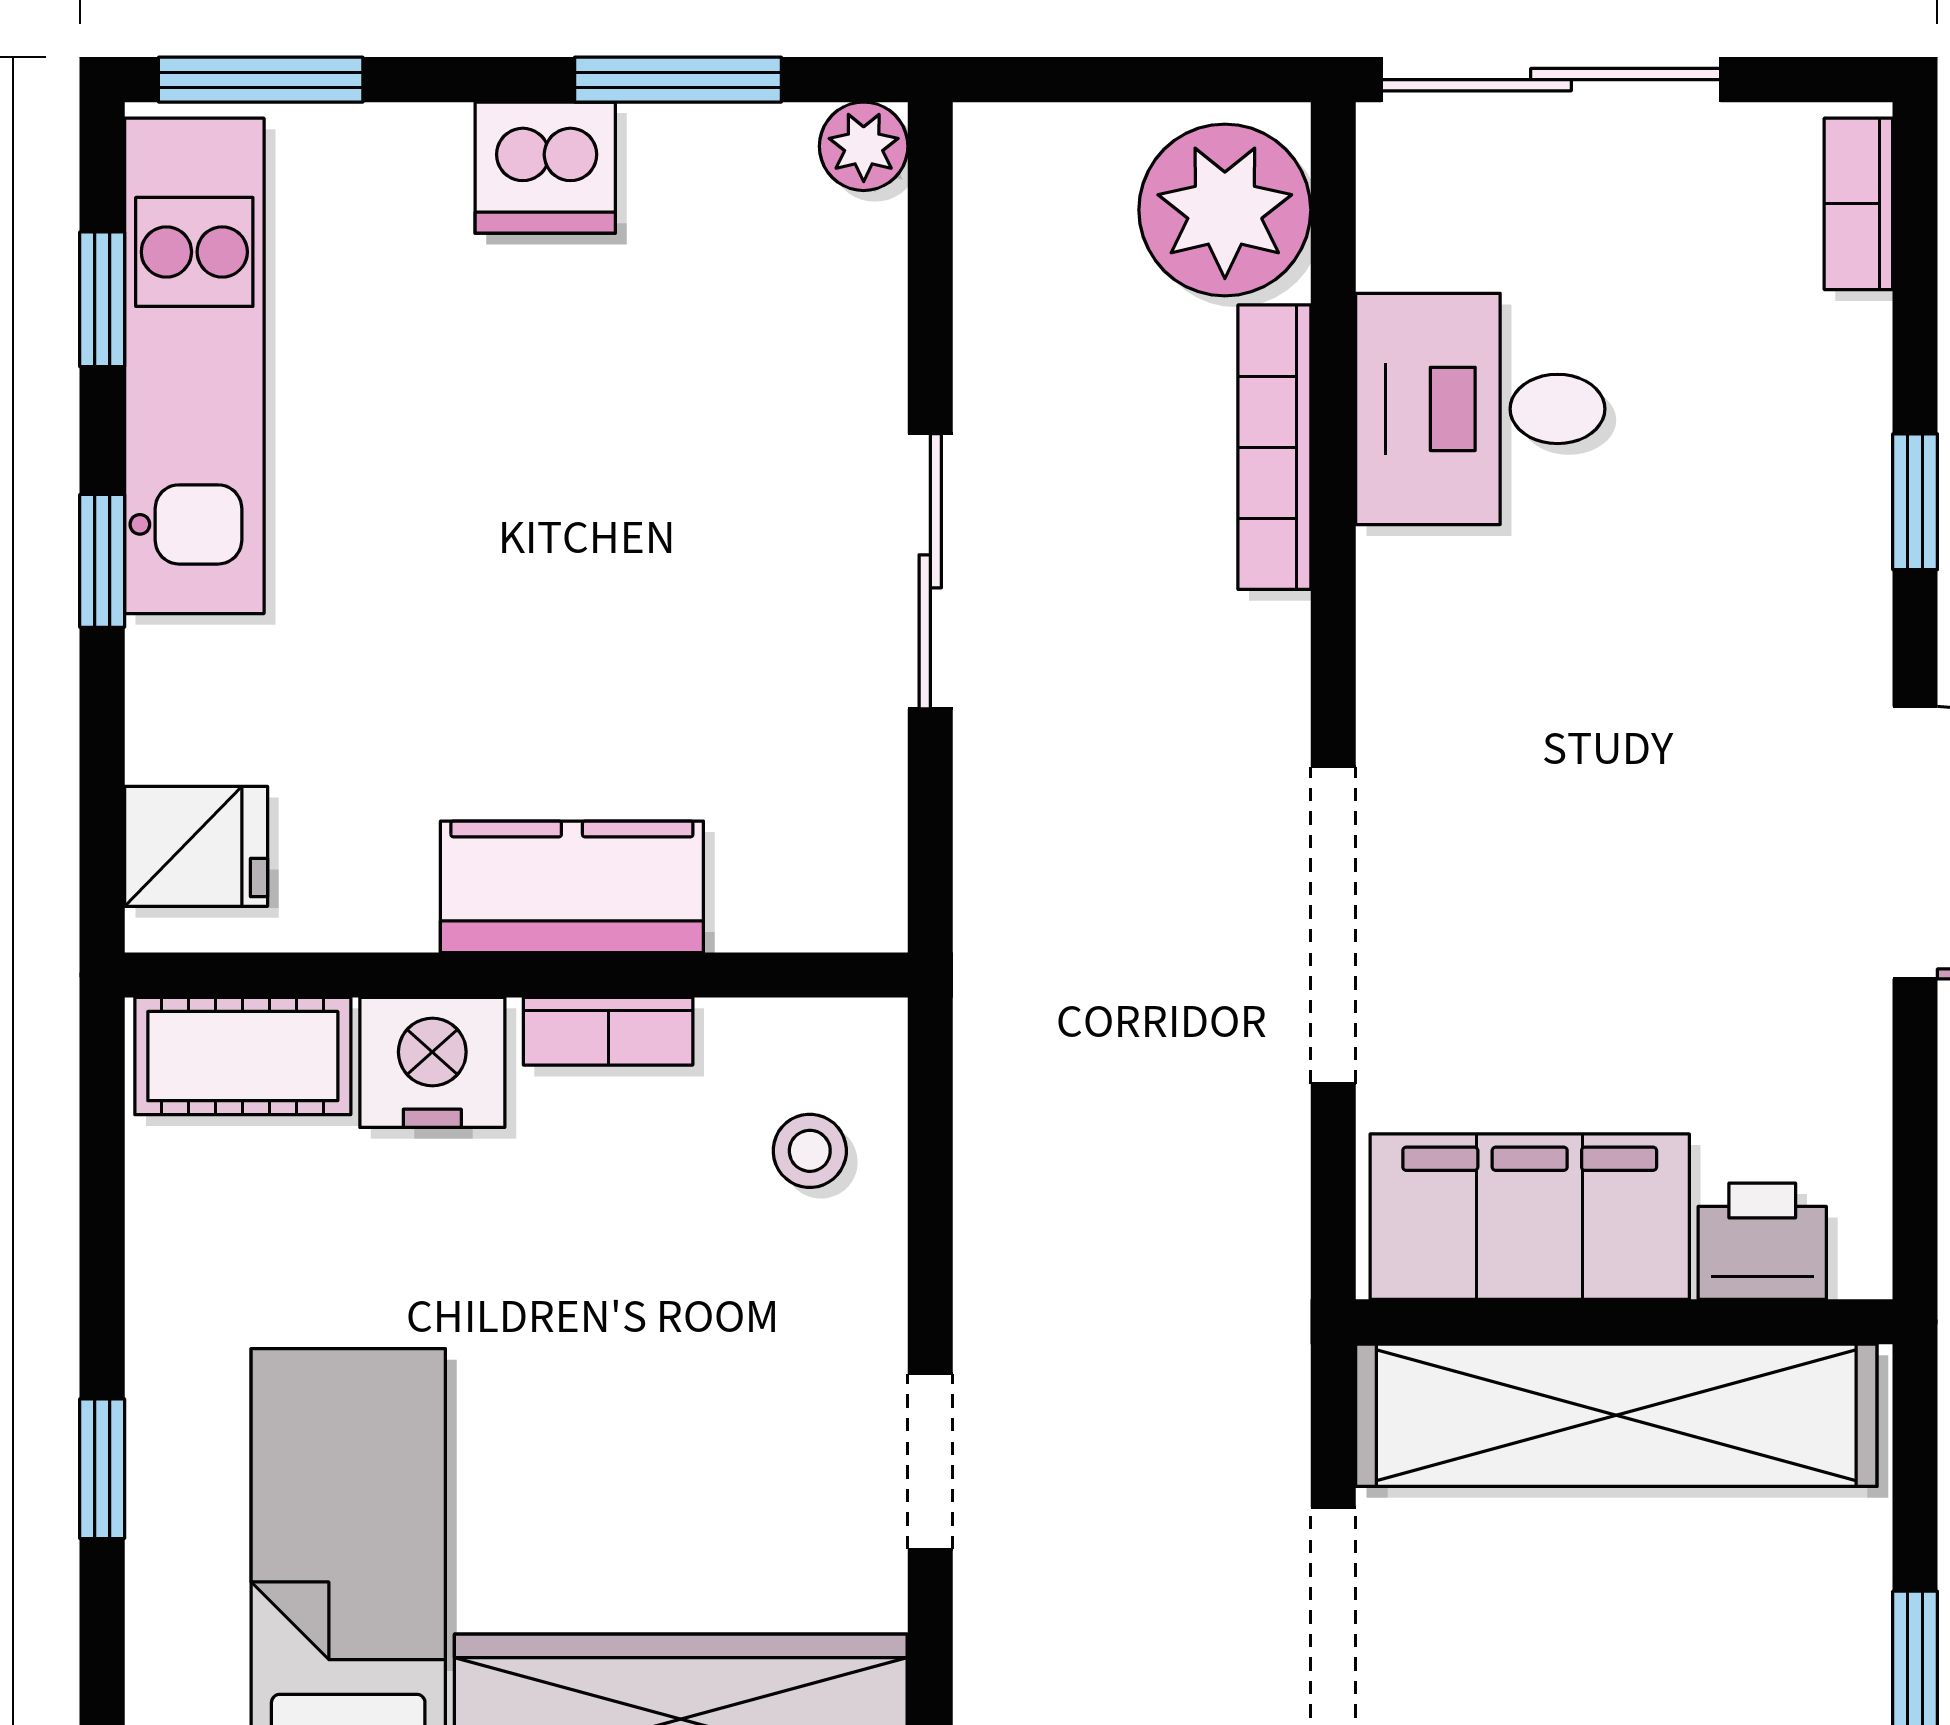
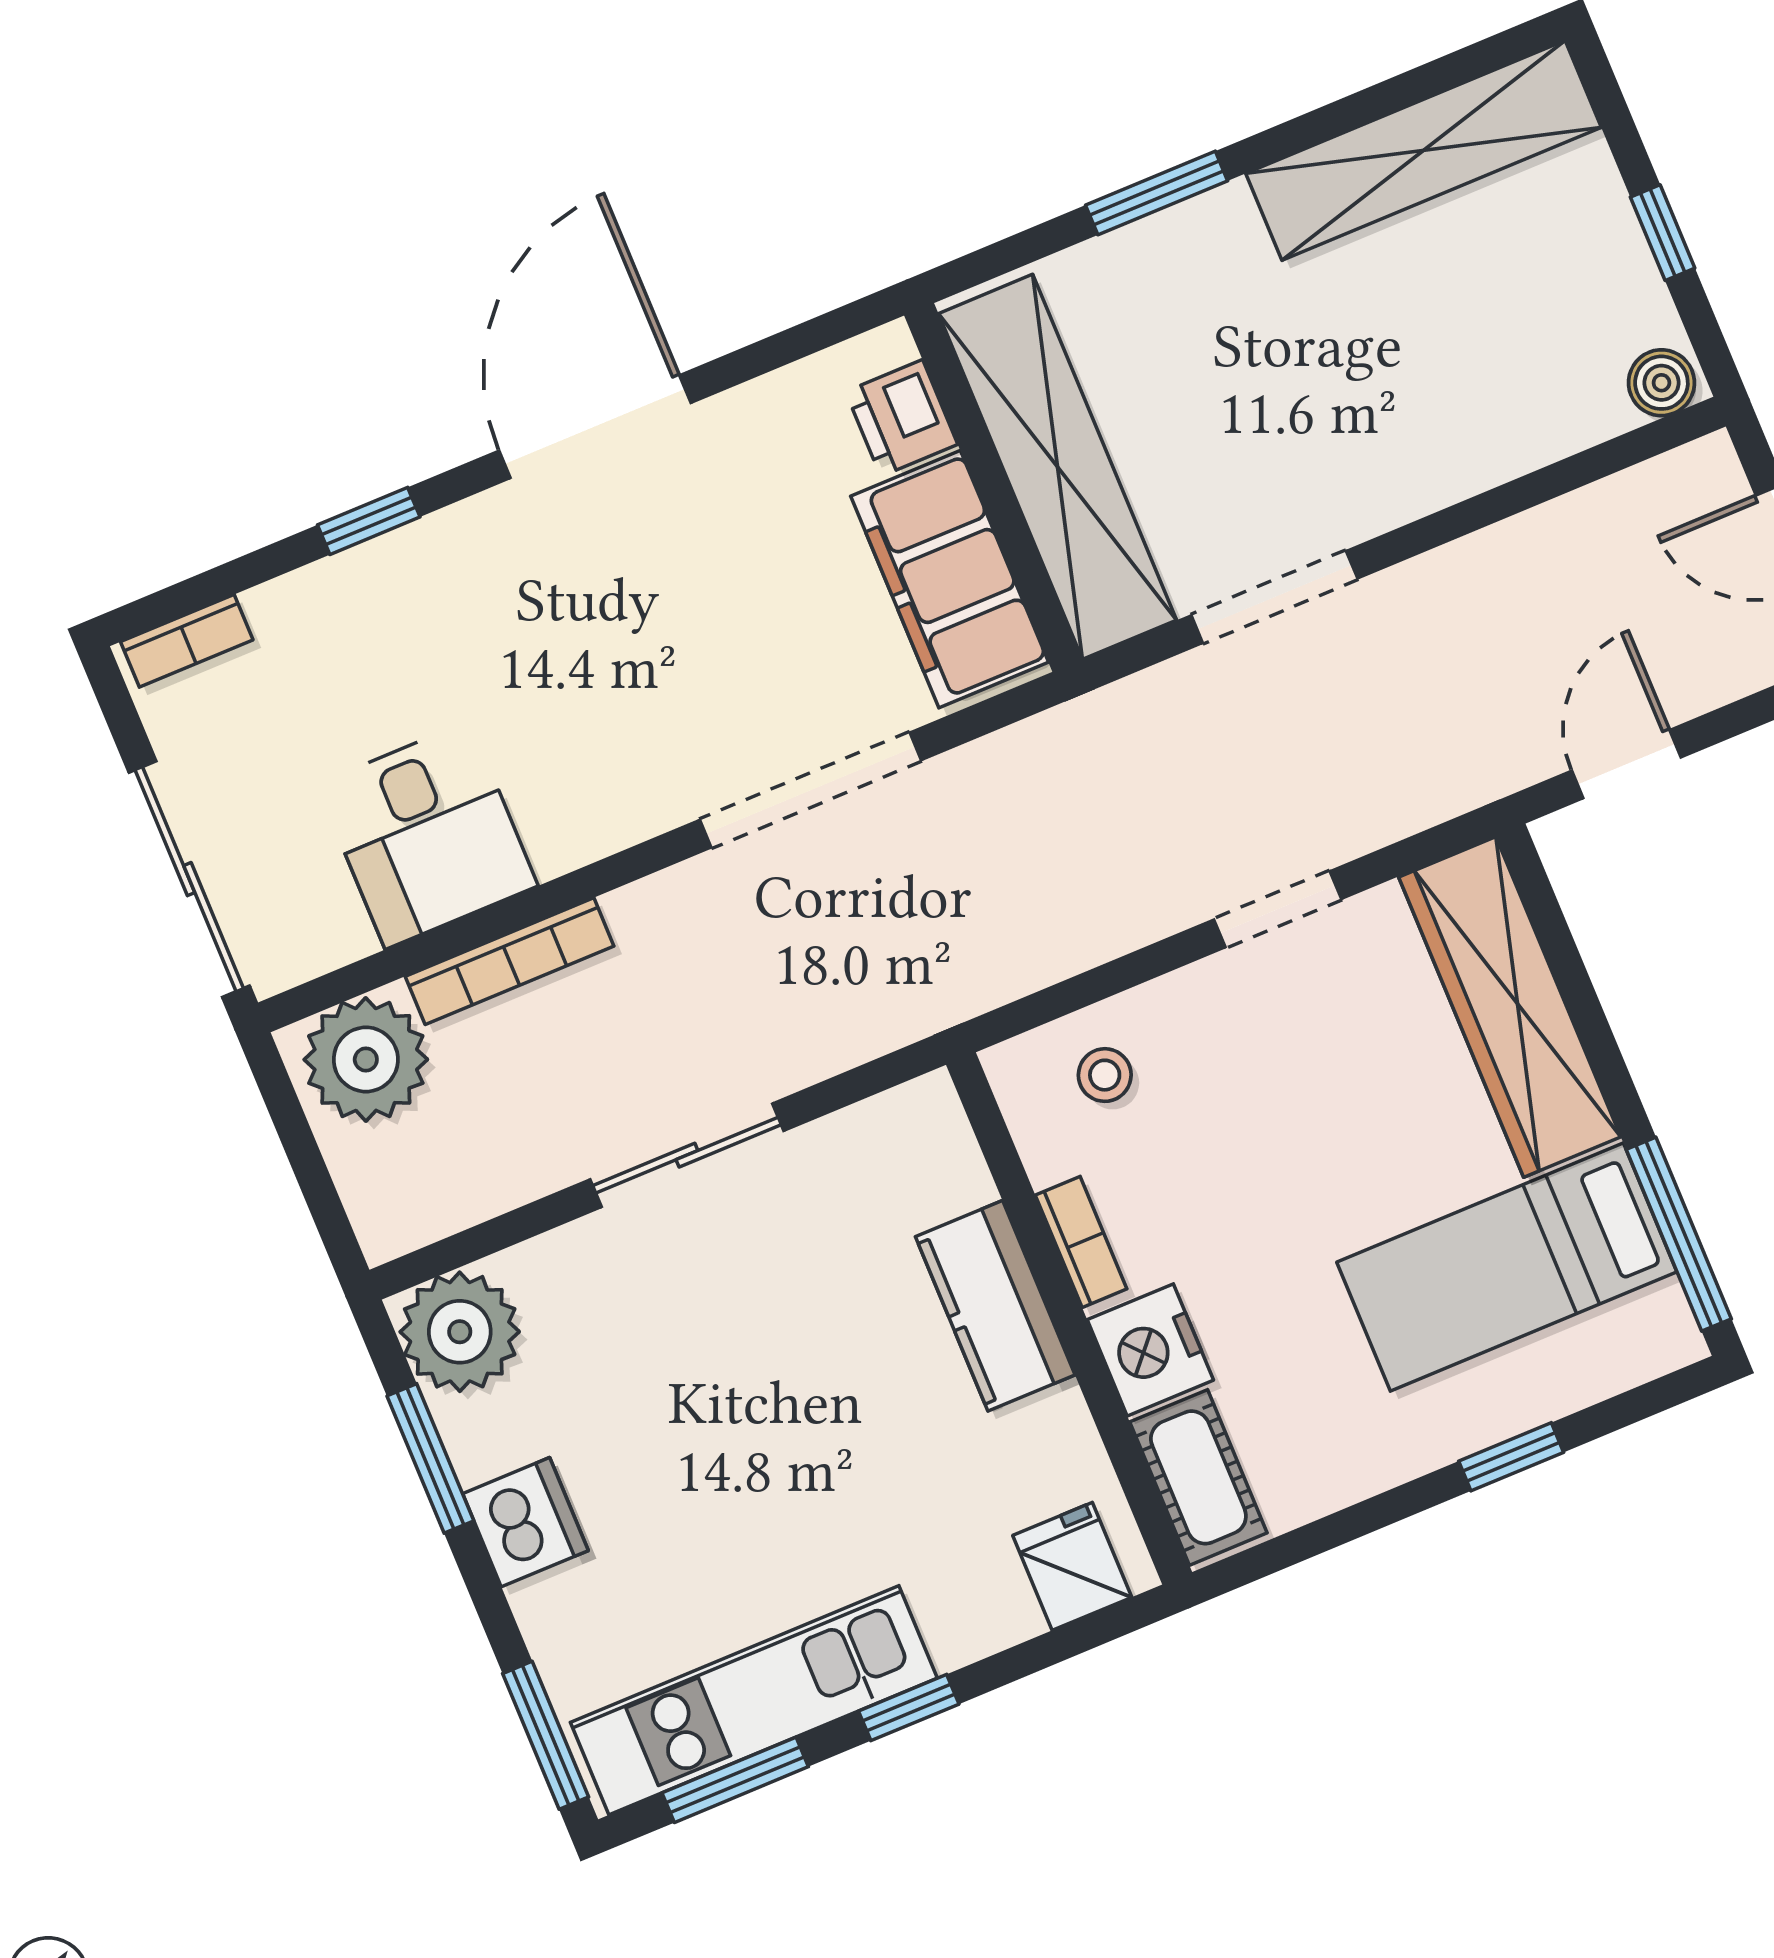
plant: (864, 146) -> (460, 1332), width x1.88, depth x1.88
window: (102, 299) -> (735, 1780), width x1.50

